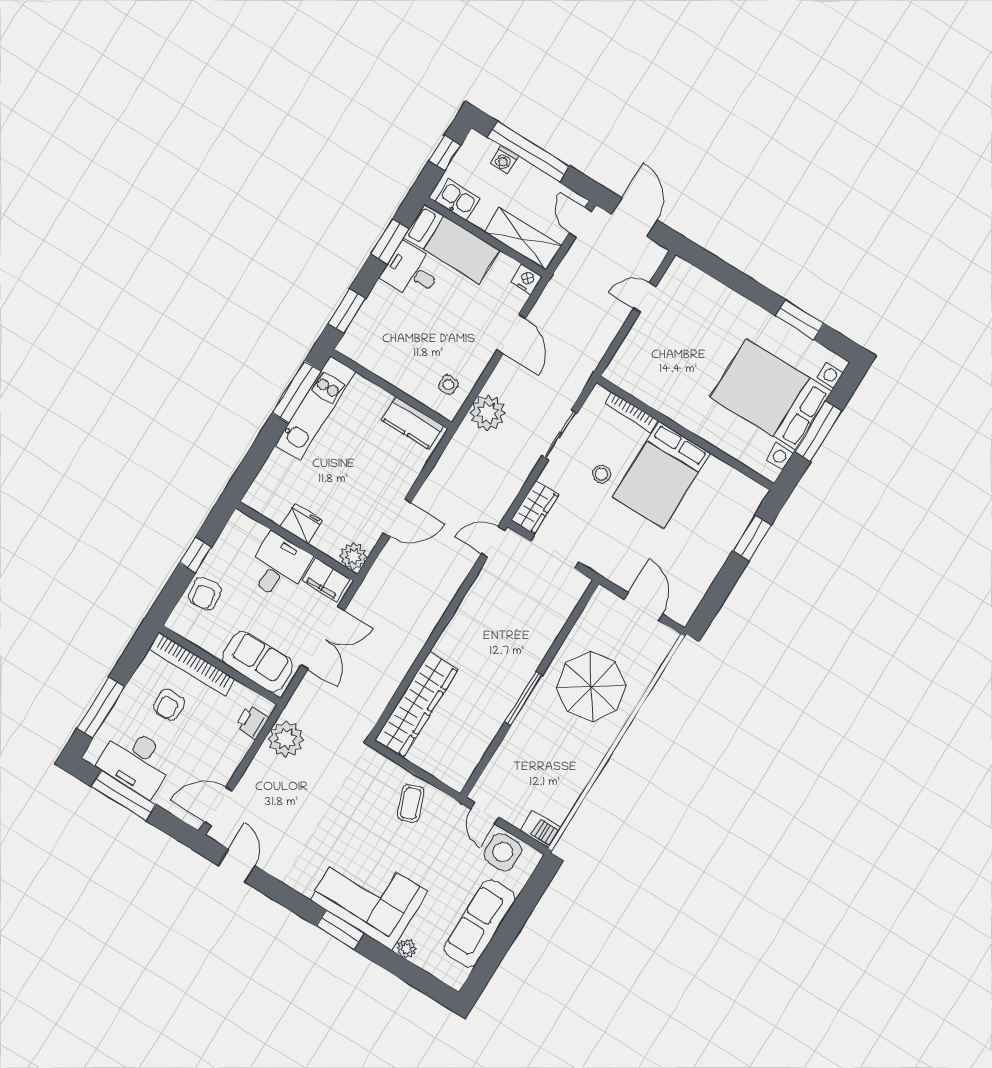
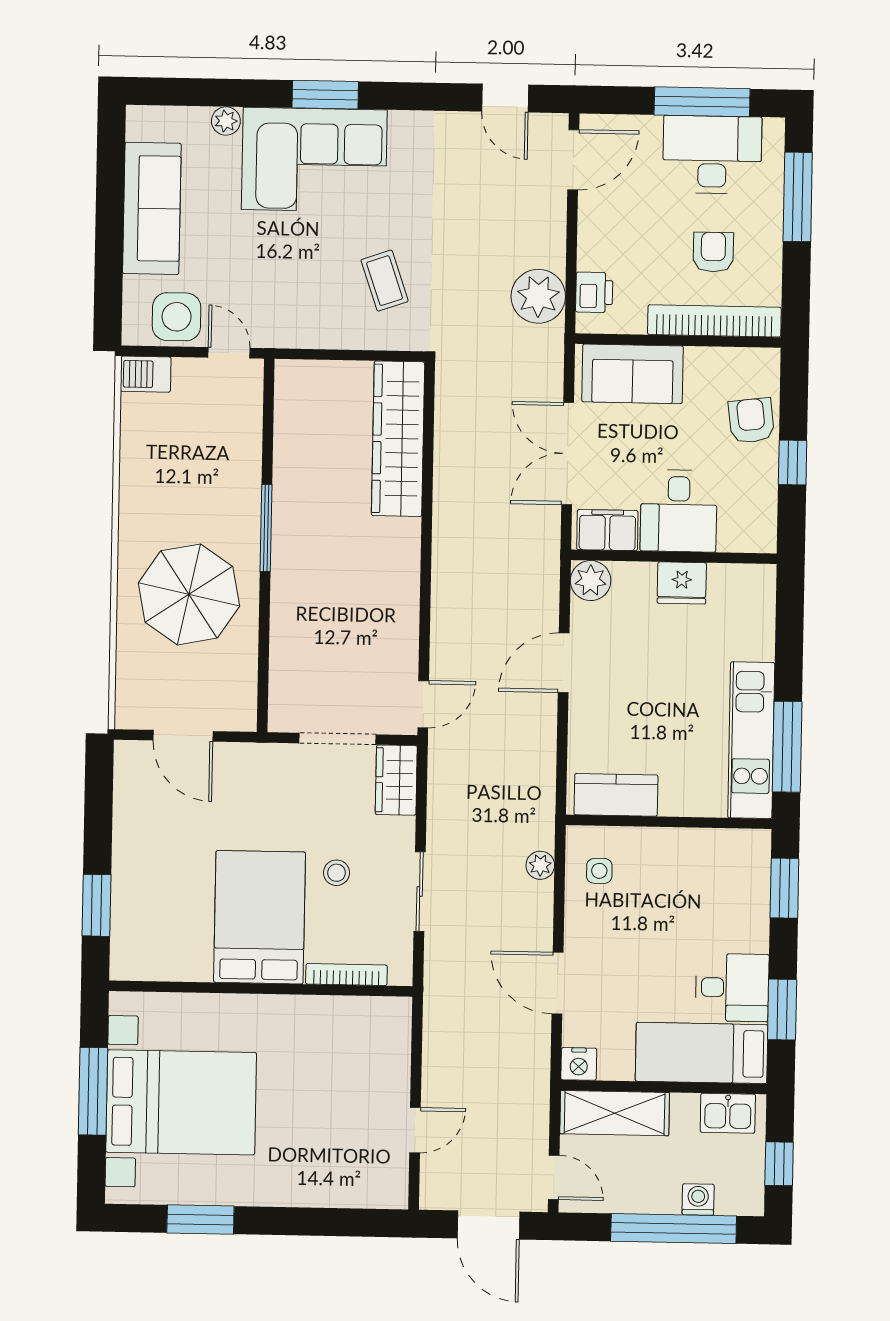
plant: (488, 413) -> (540, 865), width x0.53, depth x0.53
coffee table: (411, 803) -> (385, 281), moved

